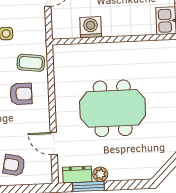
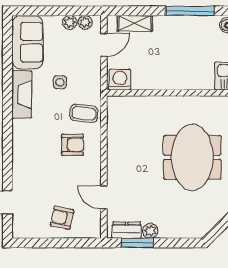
washing machine: (91, 27) -> (120, 80), moved
meeting table: (113, 108) -> (192, 157), moved, turned 90

